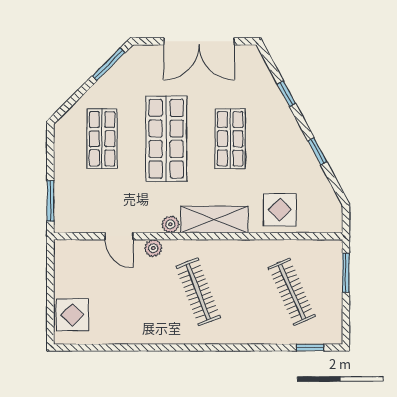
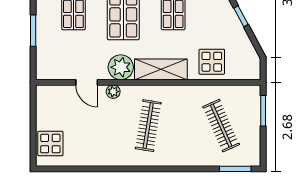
window: (50, 201) -> (33, 31), moved
plant: (170, 224) -> (121, 67), width x1.87, depth x1.87
clothes rail: (198, 292) -> (148, 126), turned 30
window: (310, 348) -> (235, 169), width x1.50

